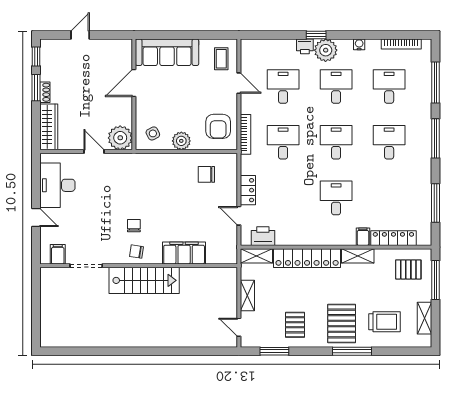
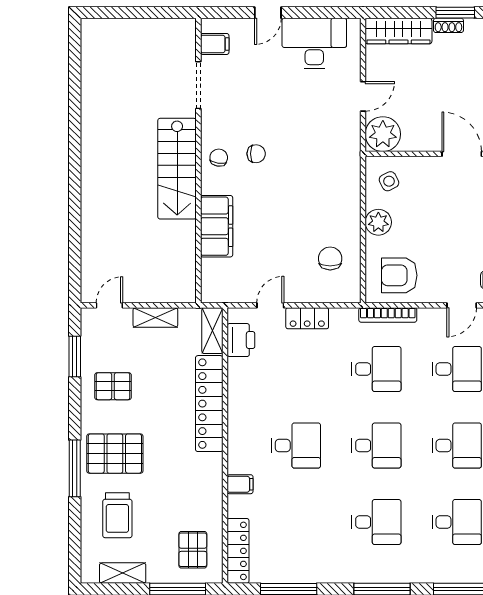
locker: (393, 238) -> (238, 551), moved
shelving: (358, 256) -> (212, 477), removed

